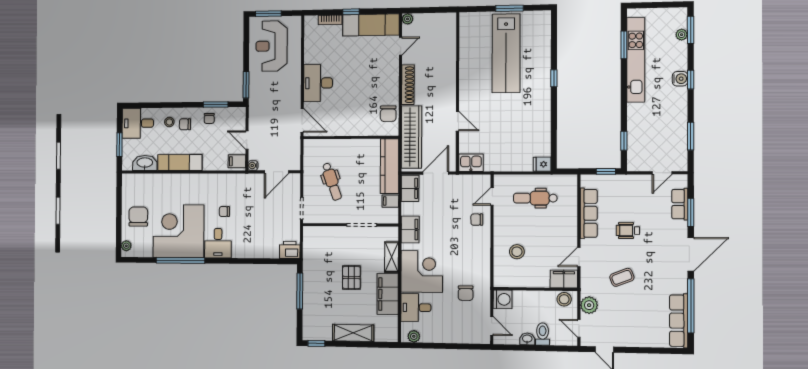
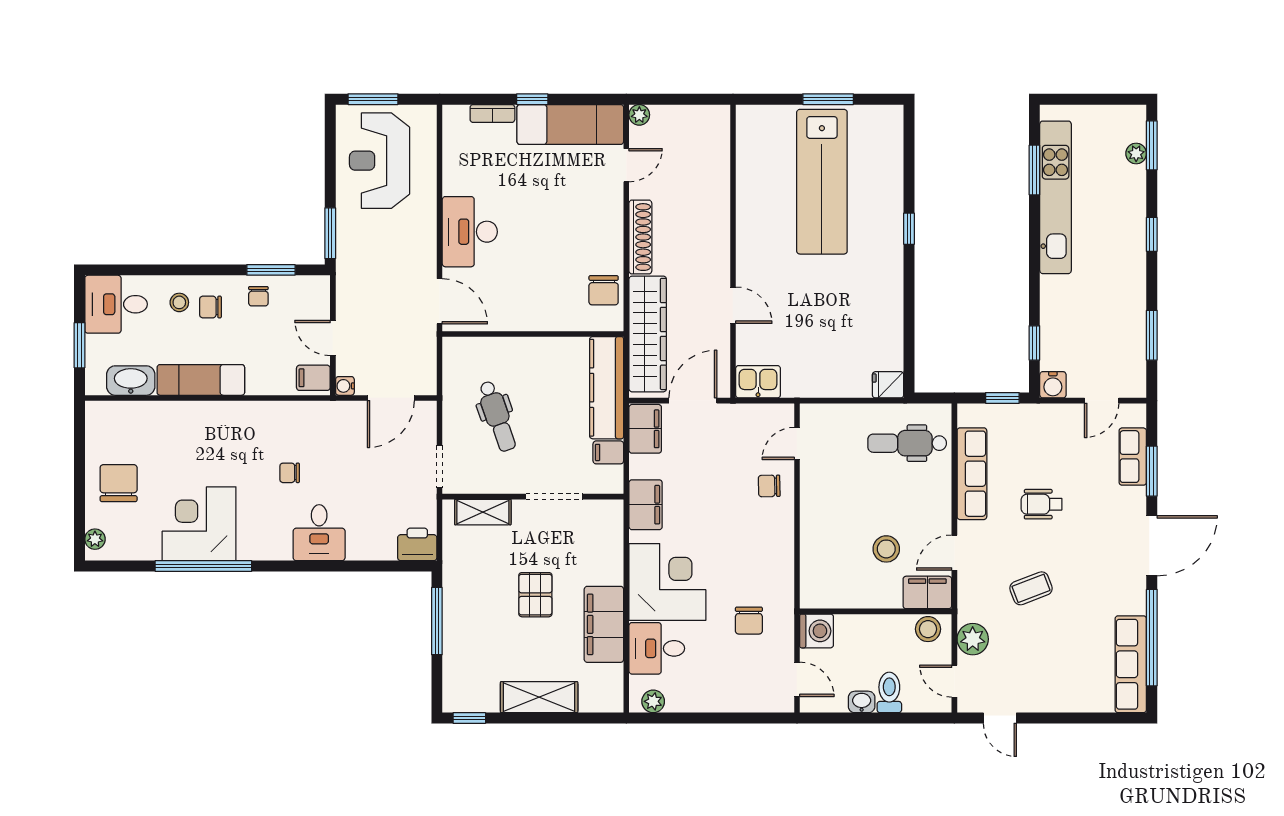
water cooler: (680, 79) -> (1053, 385), moved, turned 90
dental chair: (535, 198) -> (907, 443), moved
corner desk: (178, 231) -> (199, 524), width x0.74, depth x0.74
desk: (218, 243) -> (319, 533), moved
stool: (517, 252) -> (886, 549), moved
shelving: (391, 257) -> (483, 512), moved, turned 90

